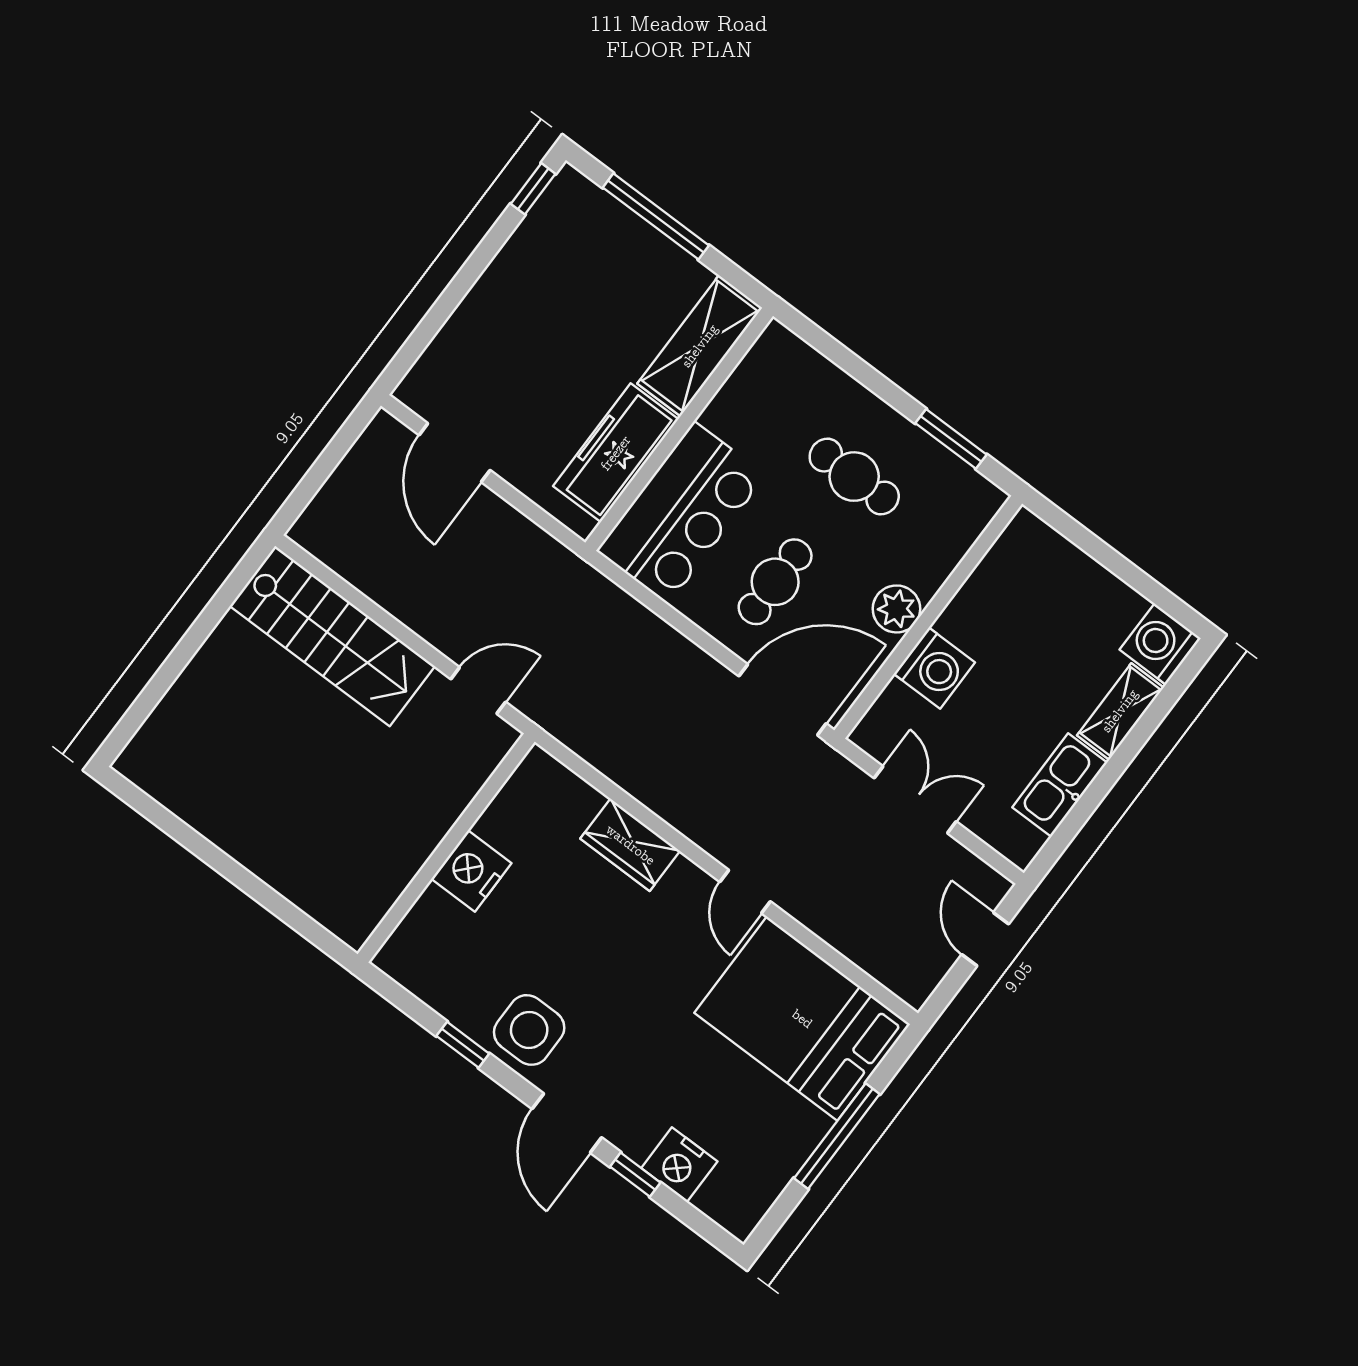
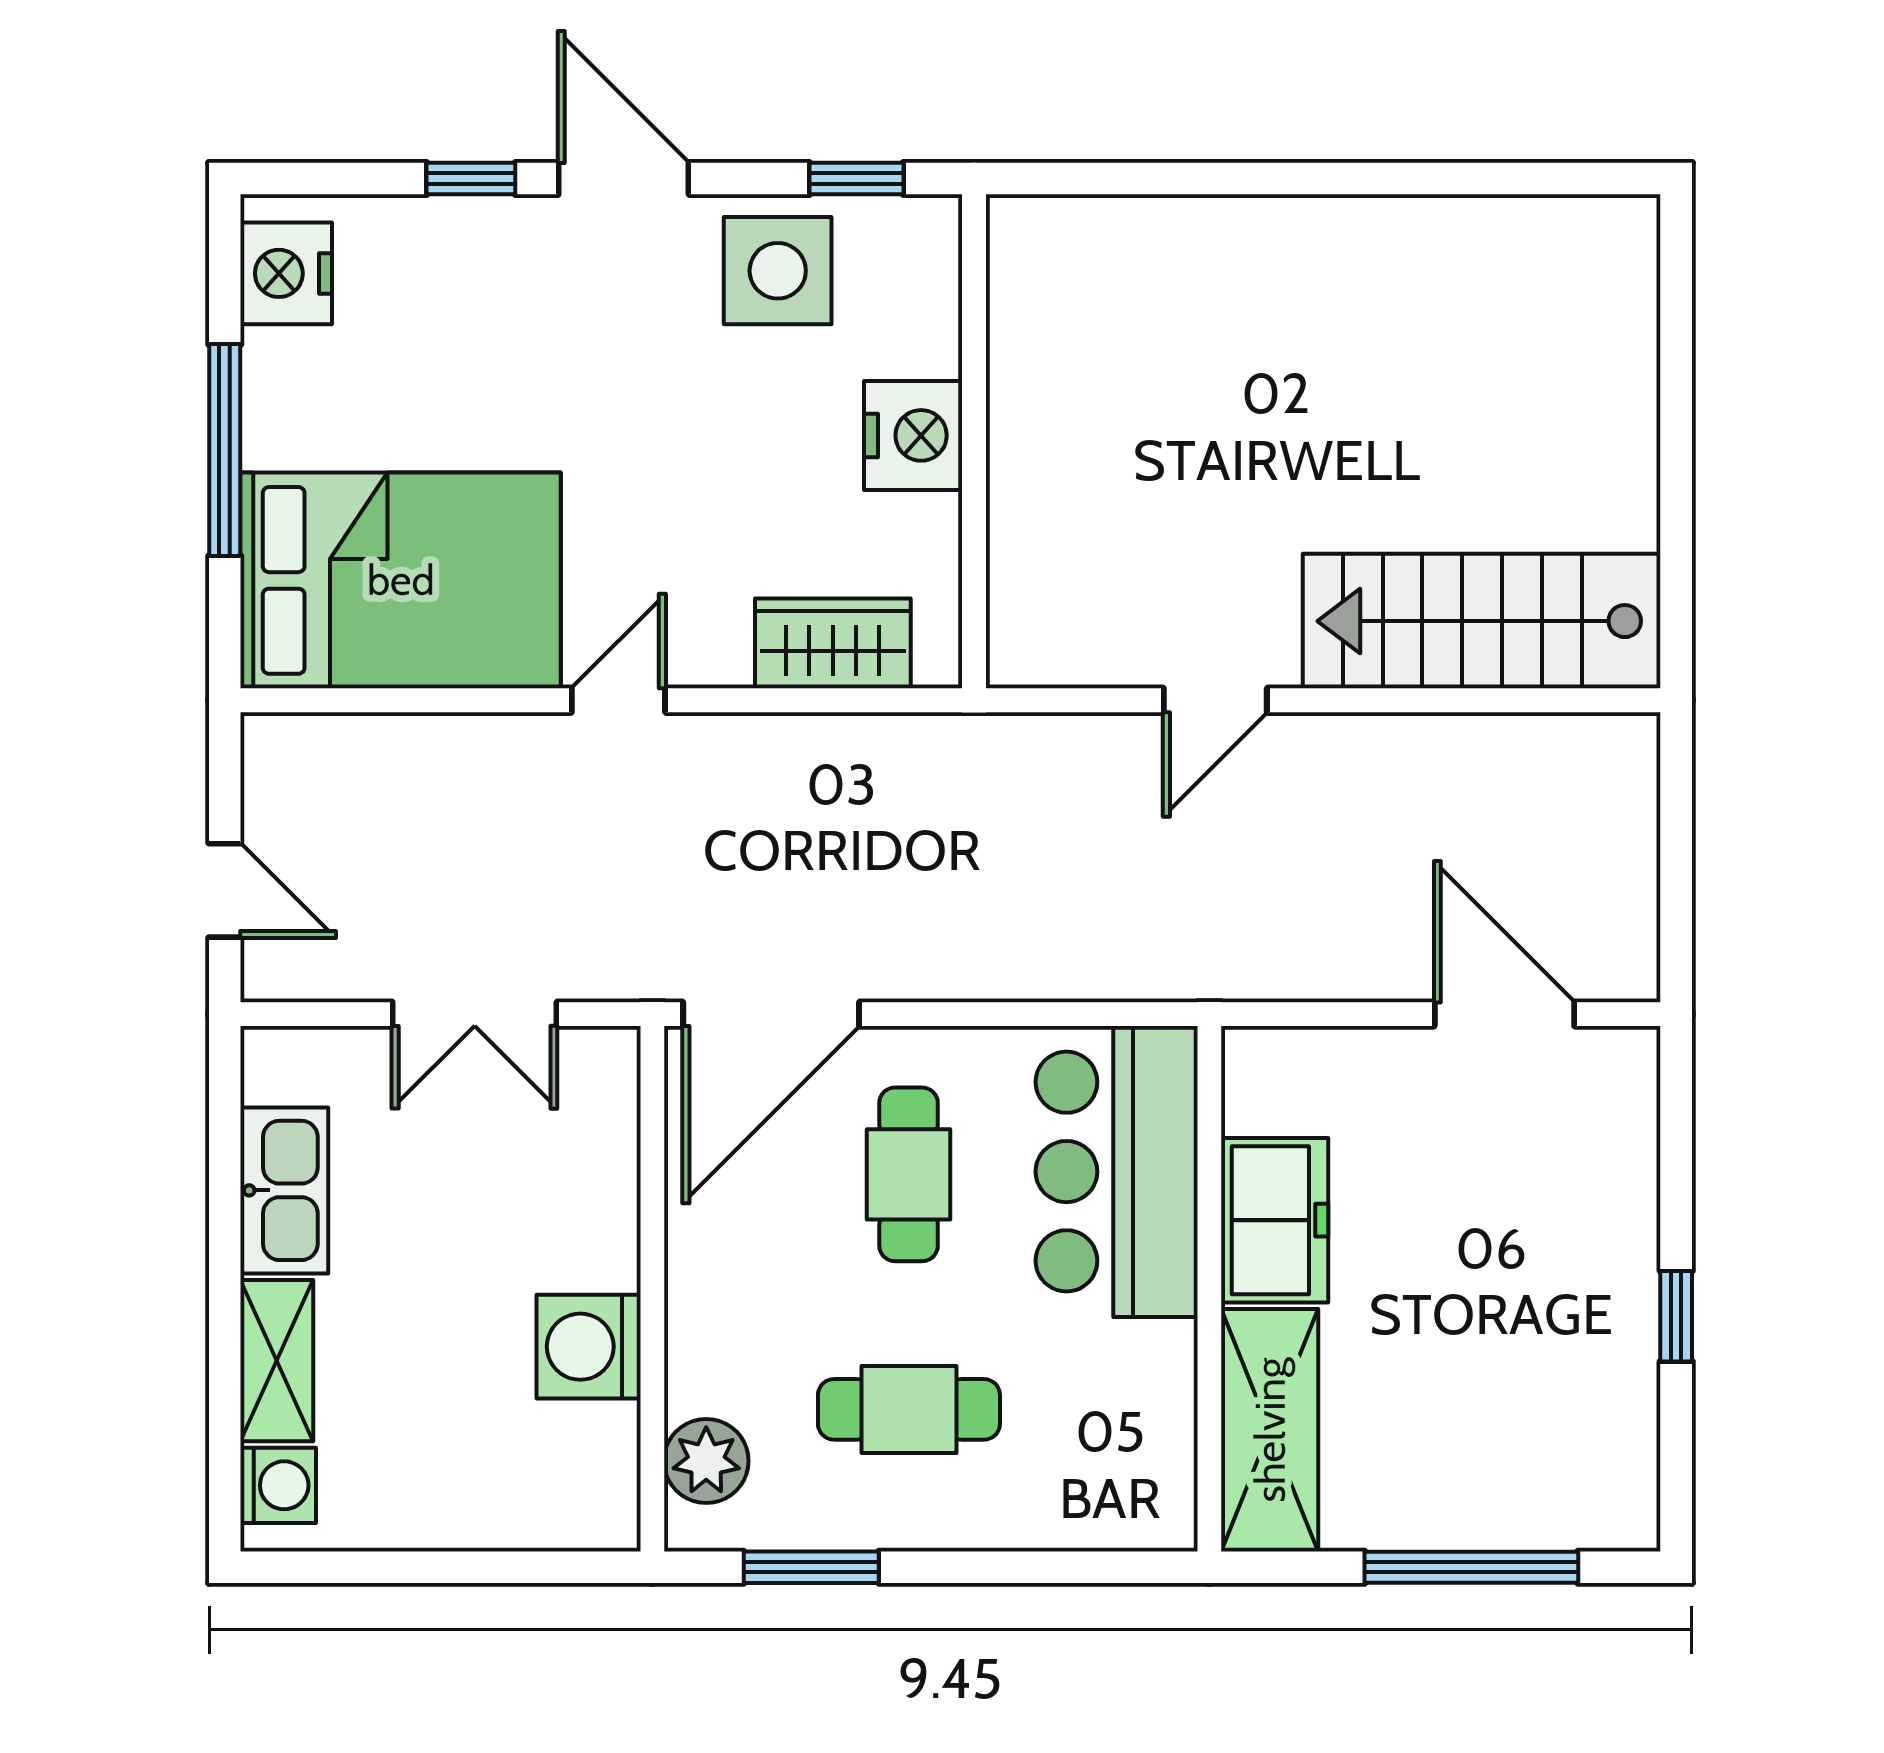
window: (533, 189) -> (1676, 1316), moved
freezer: (616, 453) -> (1275, 1220), width x0.71
plant: (896, 609) -> (706, 1461), moved
washing machine: (1160, 644) -> (278, 1485), width x0.73, depth x0.73
washing machine: (934, 668) -> (589, 1347), moved
wall: (446, 848) -> (974, 441), moved
nightstand: (471, 871) -> (913, 435), moved
door: (745, 892) -> (618, 700), hinge flipped
nightstand: (679, 1165) -> (286, 273), moved, turned -90

